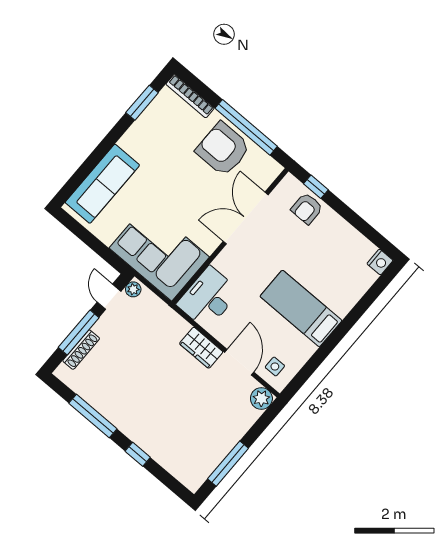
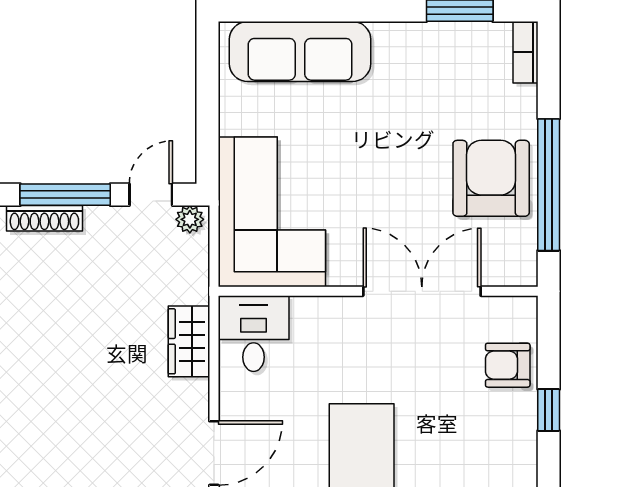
bookcase: (190, 96) -> (525, 52), width x0.64
window: (316, 187) -> (549, 410), moved
desk: (208, 298) -> (254, 334), width x0.73
wardrobe: (201, 348) -> (189, 341), moved

